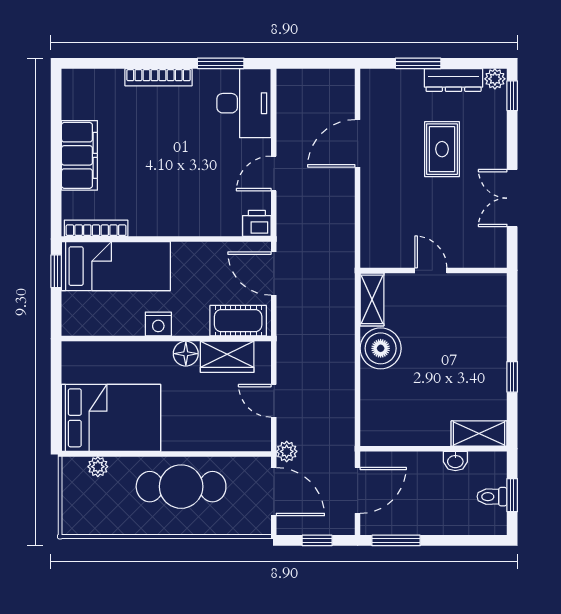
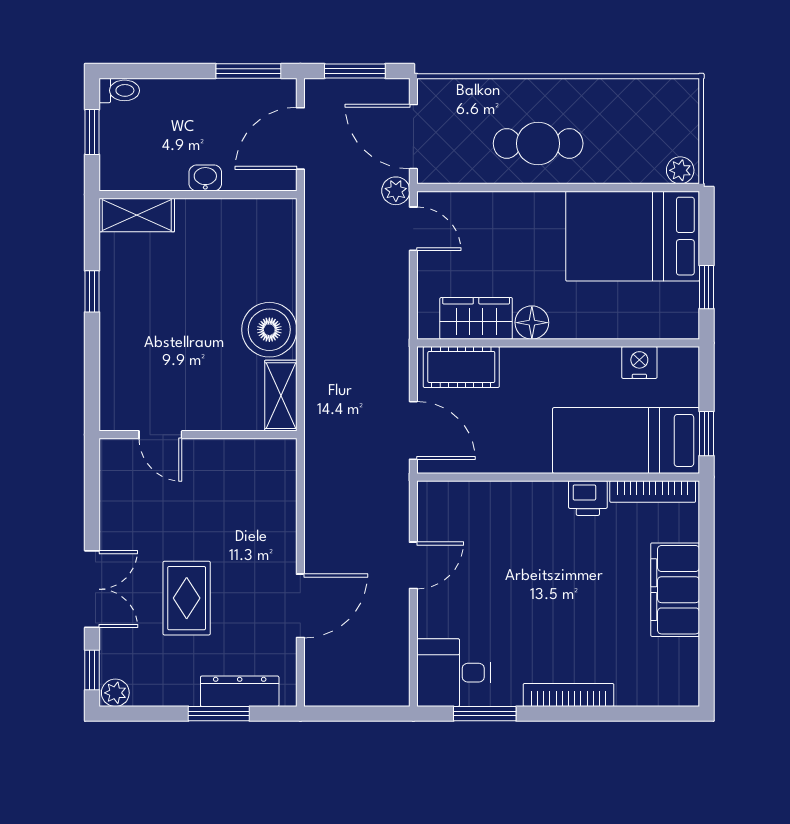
dresser: (454, 80) -> (240, 691), moved
desk: (244, 103) -> (453, 673), width x0.73
double door: (512, 198) -> (92, 589), moved
printer: (257, 223) -> (588, 498), moved
door: (431, 270) -> (160, 435), moved
nightstand: (158, 324) -> (639, 362), moved
window: (56, 380) -> (706, 287), added
door: (274, 401) -> (413, 229), moved
washbasin: (455, 461) -> (205, 178), moved
plant: (98, 467) -> (680, 170), moved
cafe table: (181, 487) -> (538, 143), width x0.73, depth x0.74
toilet: (492, 497) -> (119, 90), moved
window: (317, 540) -> (355, 71), width x1.50

